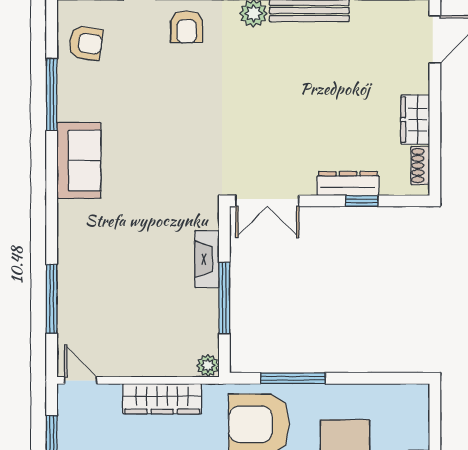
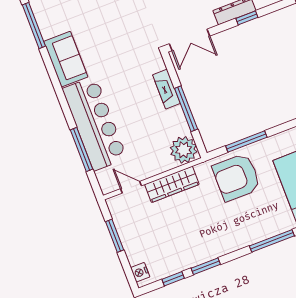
bar counter: (85, 269) -> (95, 124), added
plant: (208, 365) -> (184, 150), width x1.87, depth x1.87
door: (81, 380) -> (131, 187), moved

